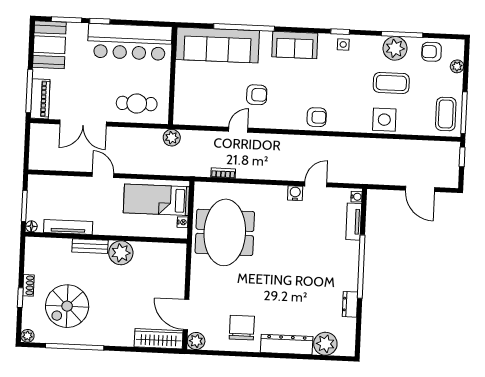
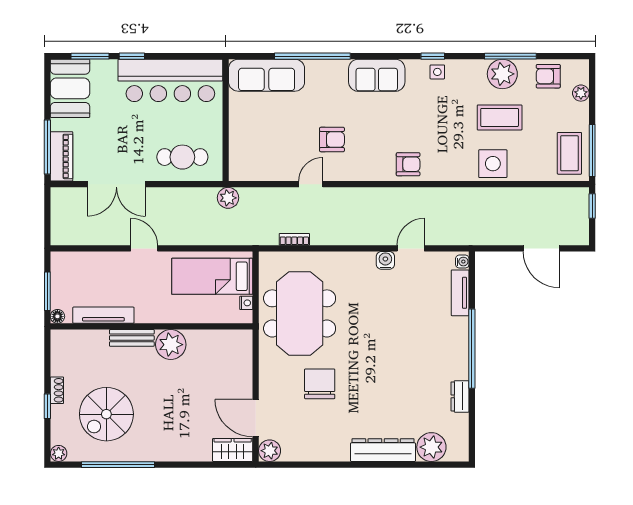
sofa: (217, 45) -> (267, 75), width x0.74, depth x0.79
chair: (242, 328) -> (320, 384), moved
wardrobe: (159, 339) -> (233, 450), width x0.67

